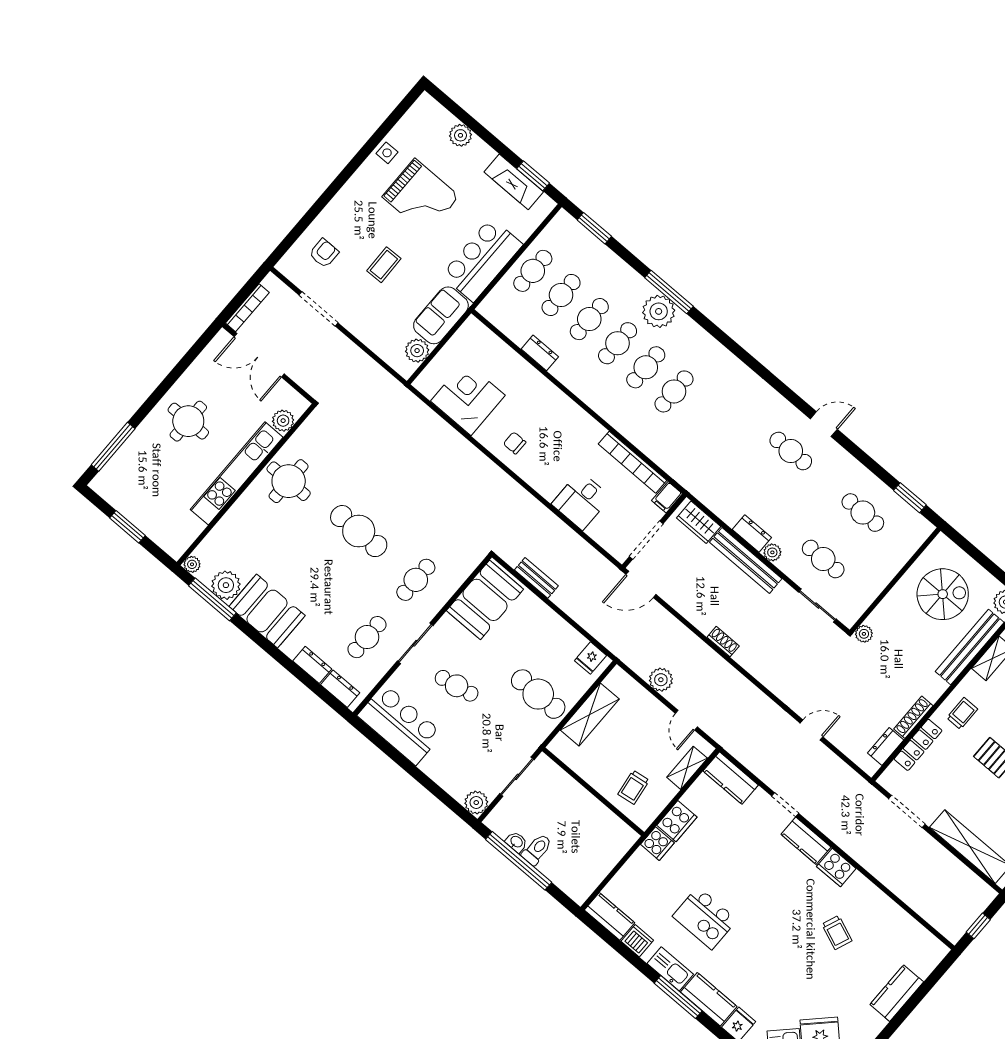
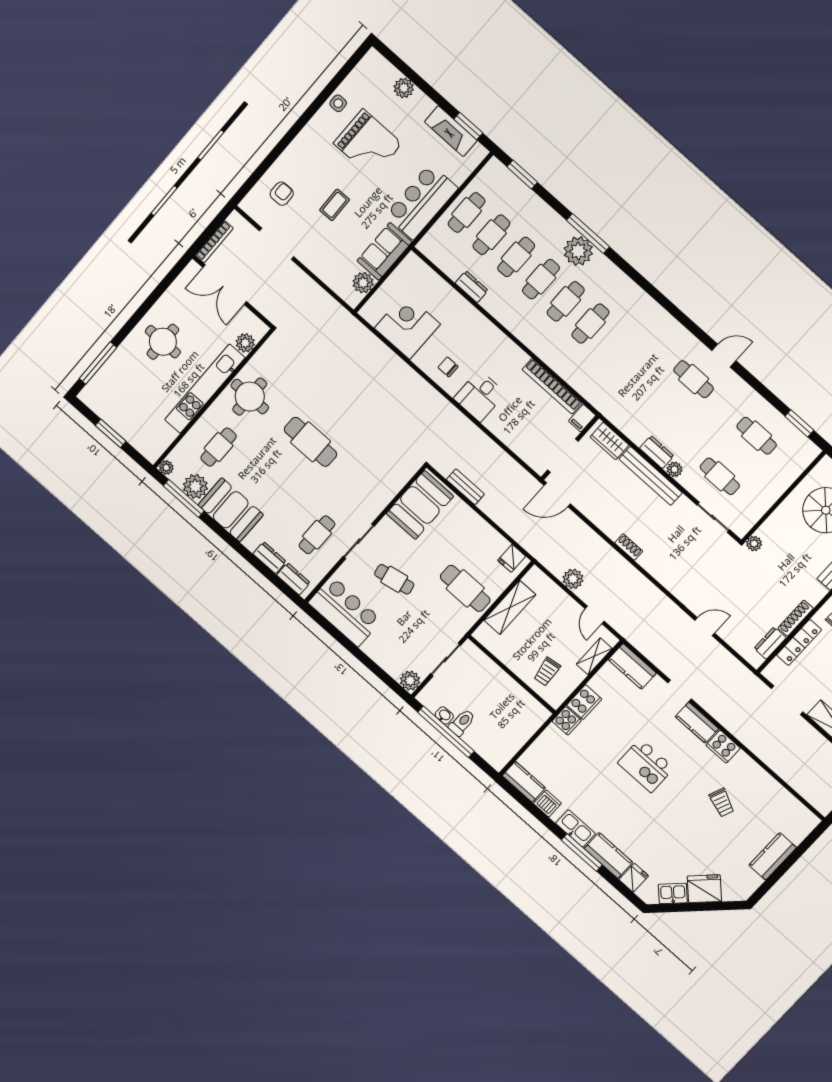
desk: (581, 501) -> (480, 396), moved
cafe table: (416, 580) -> (219, 447), moved
kitchen island: (705, 918) -> (646, 765), moved

